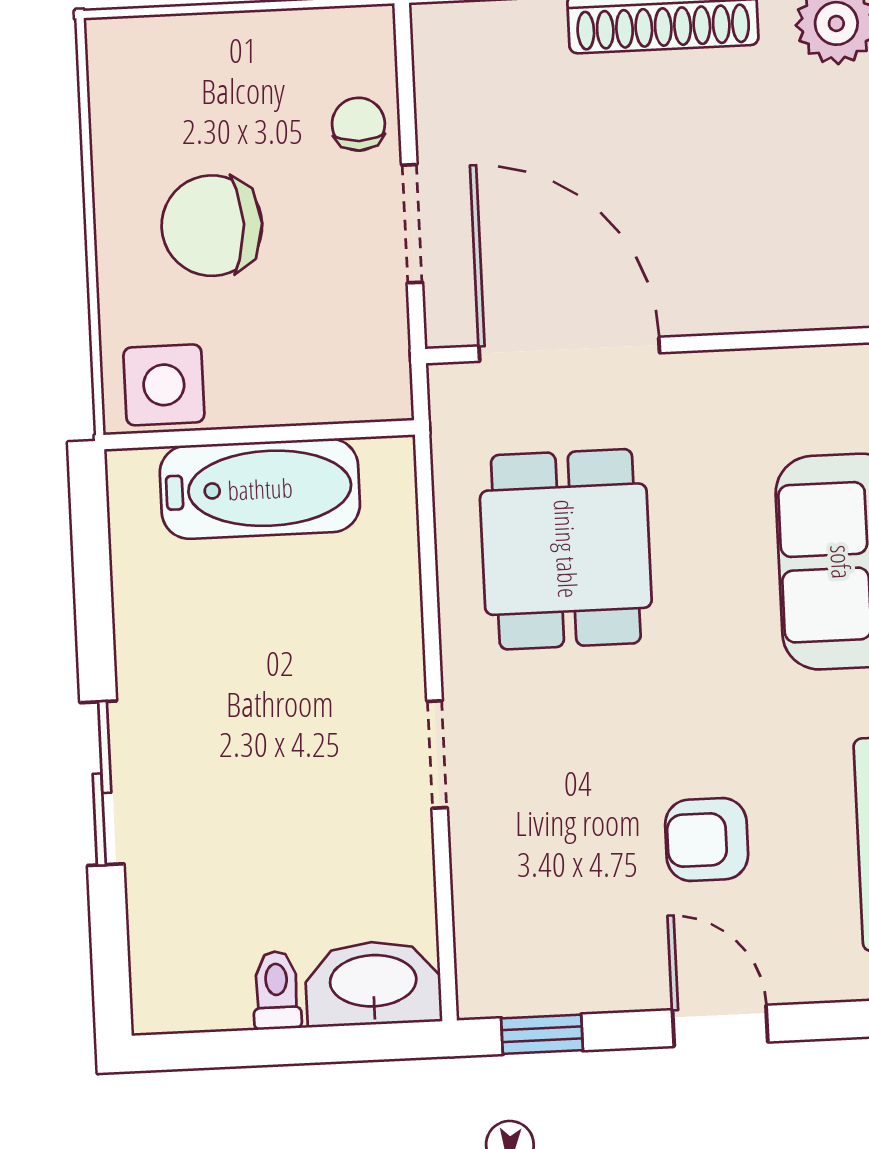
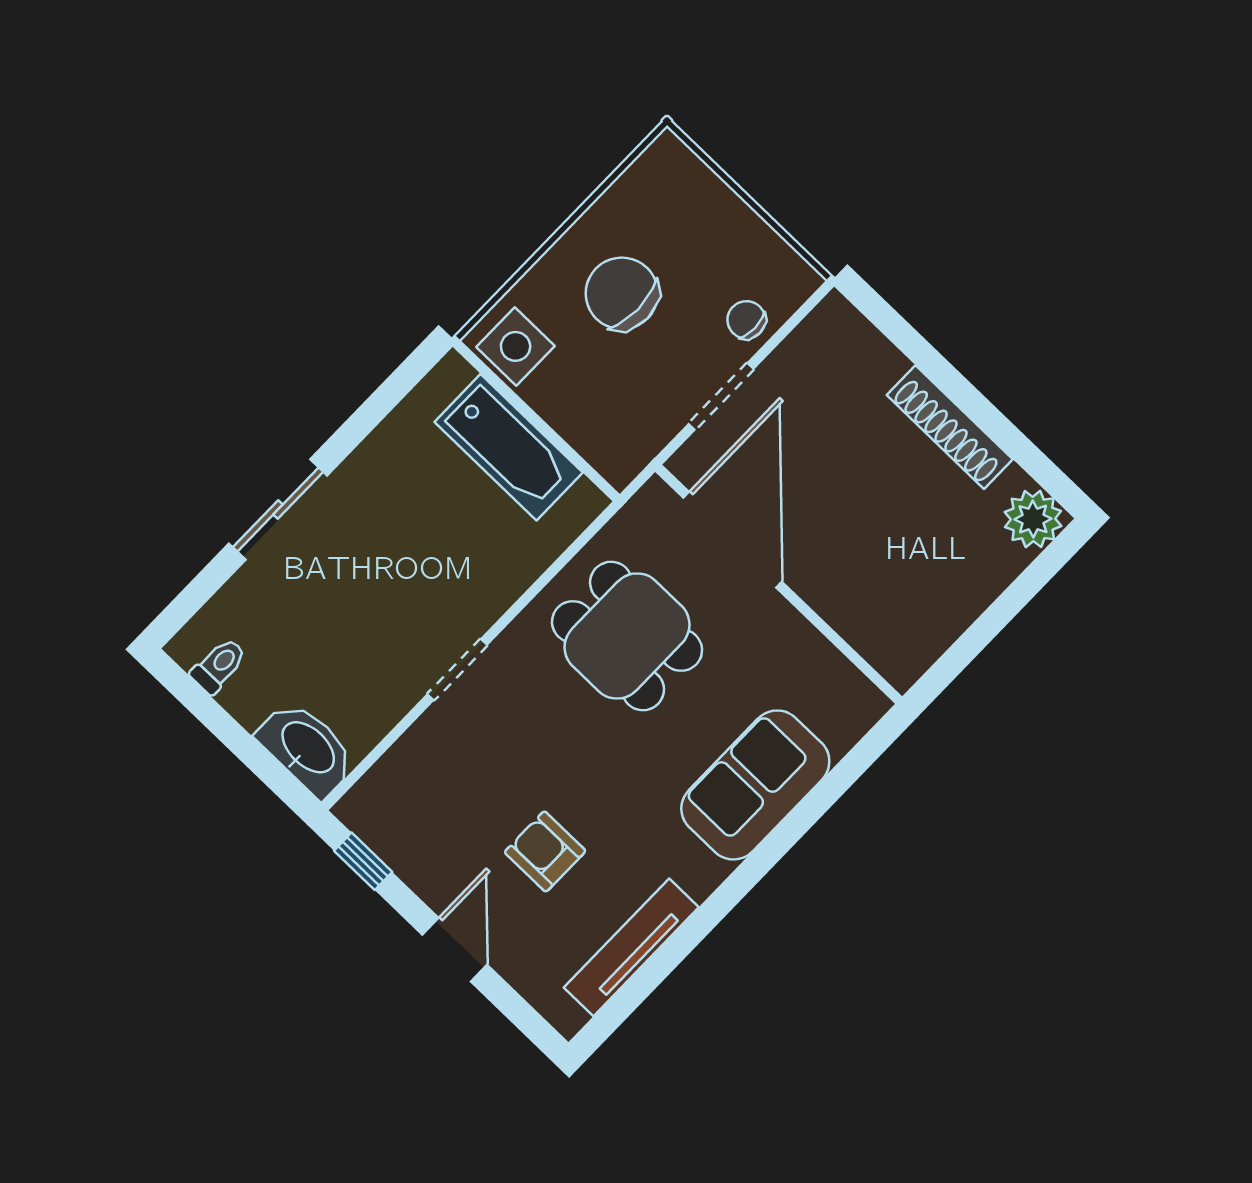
chair: (358, 124) -> (746, 320), turned -90
dining table: (566, 549) -> (627, 636), turned 90
toilet: (277, 990) -> (219, 666), moved

